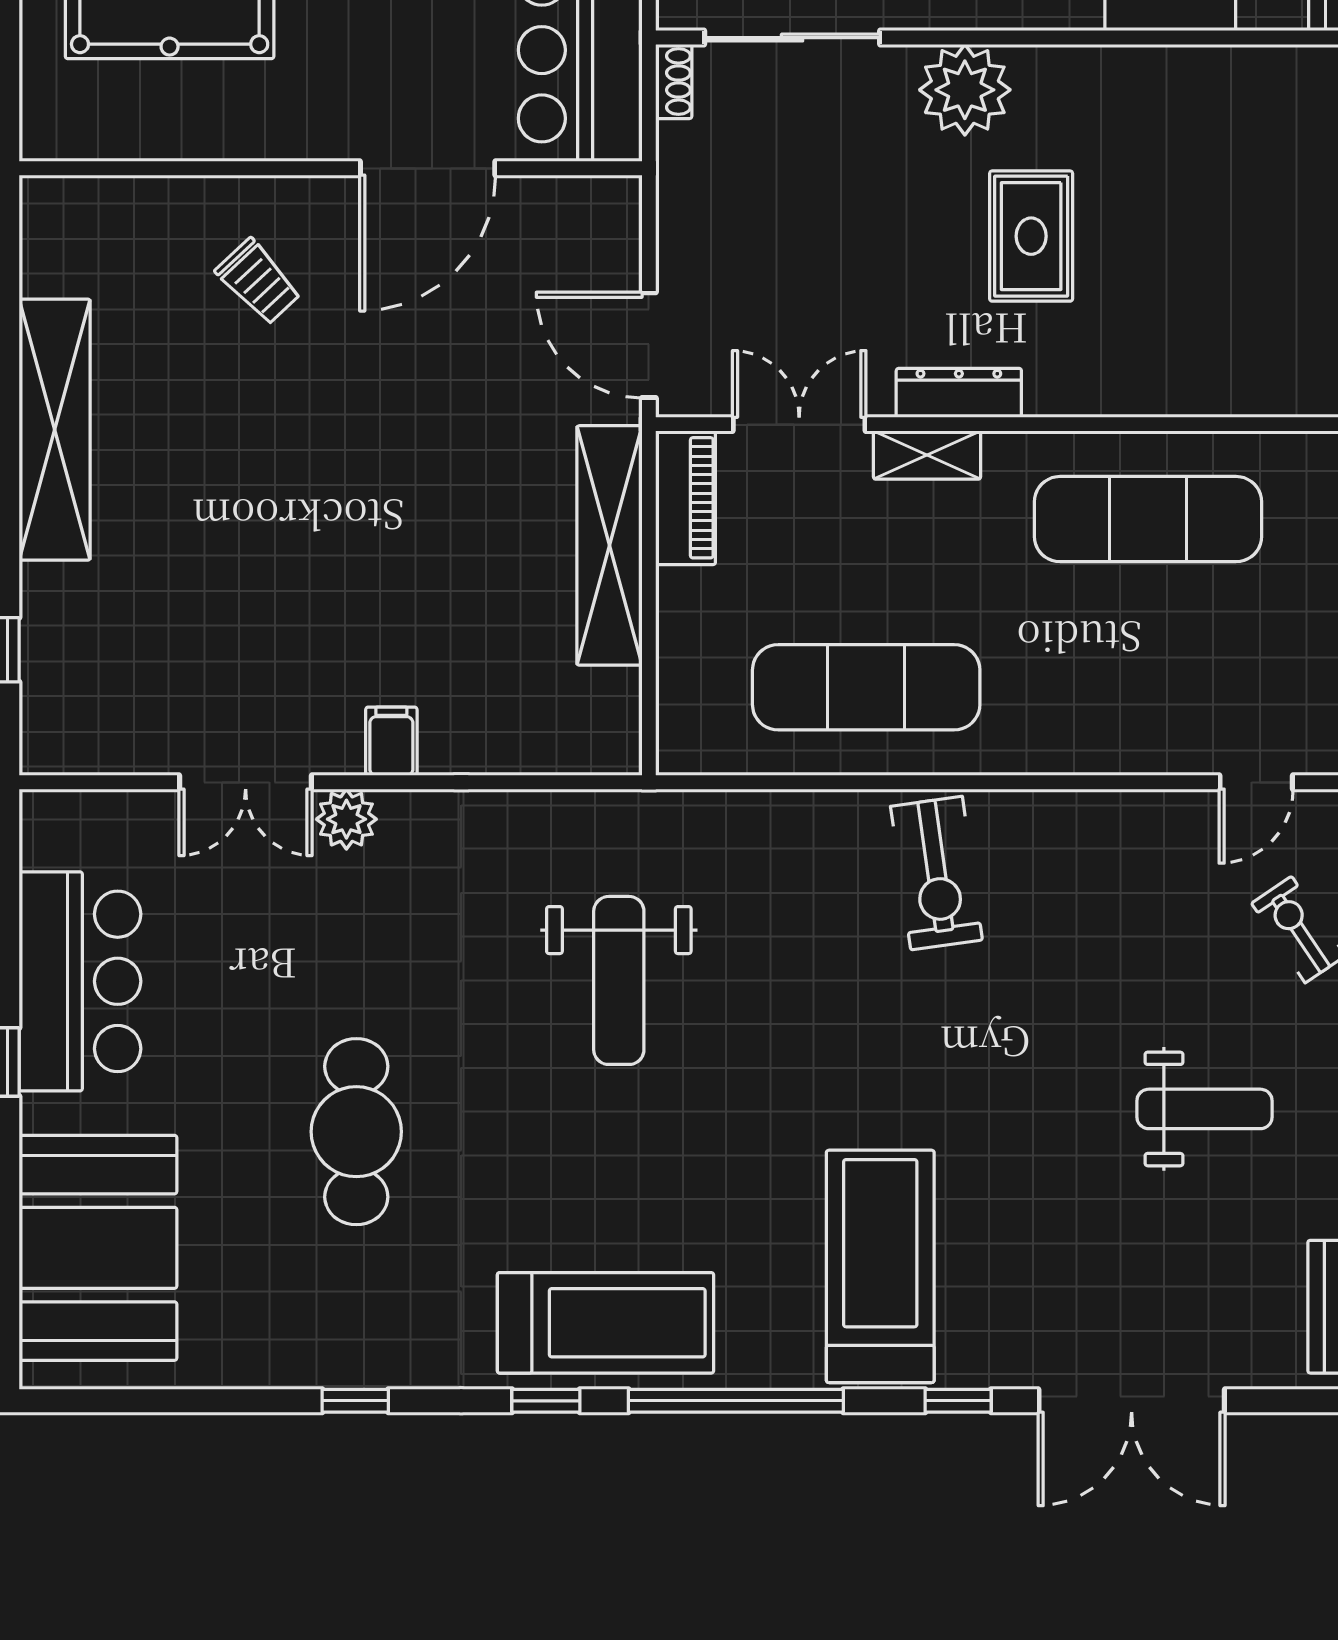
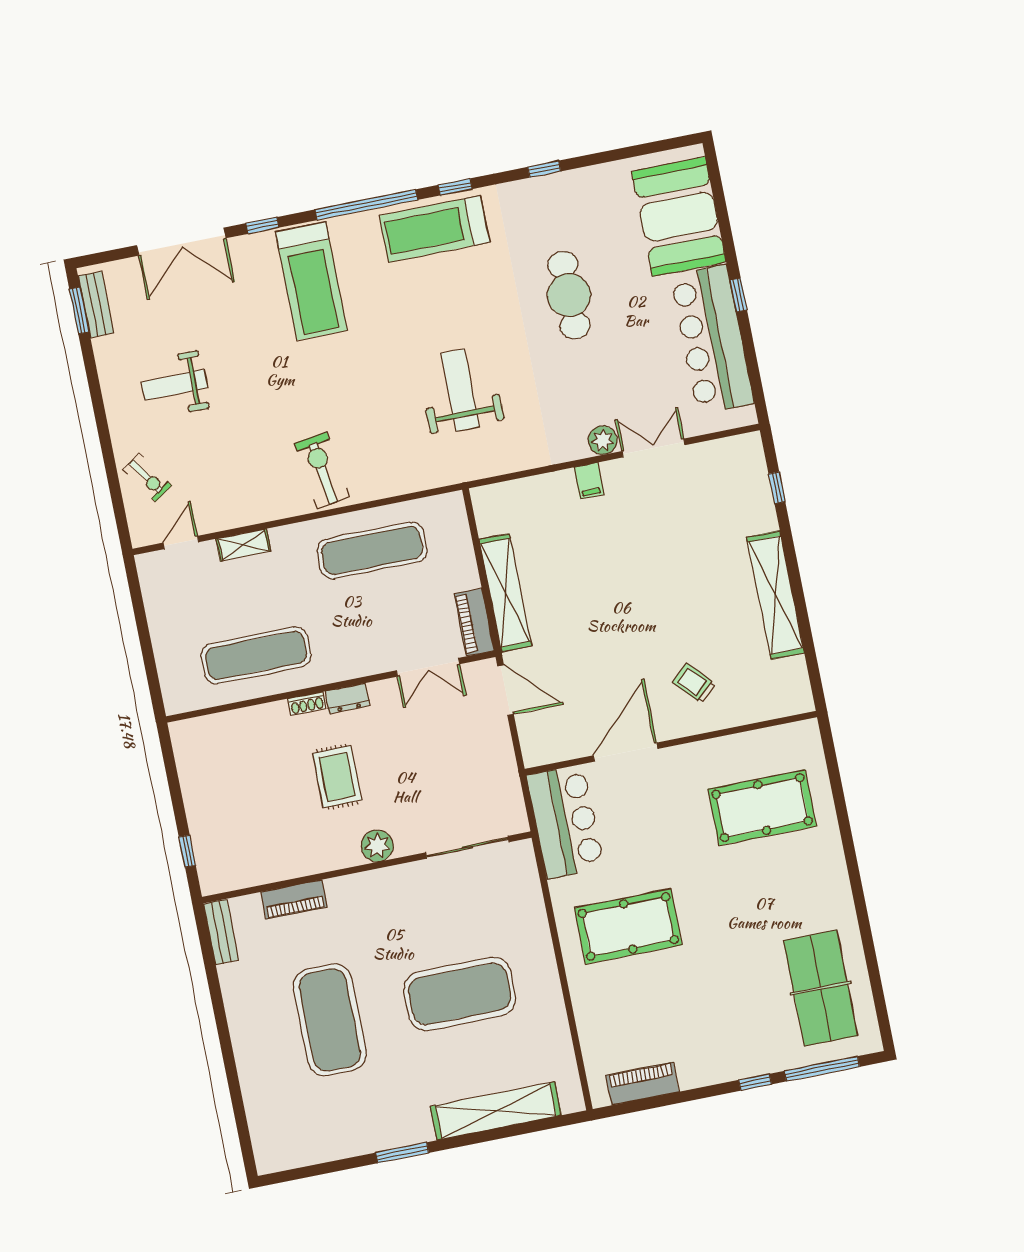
shoe rack: (674, 81) -> (307, 703), moved, turned -90
plant: (965, 90) -> (377, 846), width x0.73, depth x0.73
dresser: (959, 393) -> (347, 699), width x0.70
shelving: (927, 455) -> (243, 545), moved
bar counter: (80, 981) -> (712, 340), width x1.36
double door: (1132, 1401) -> (181, 242), swing flipped

